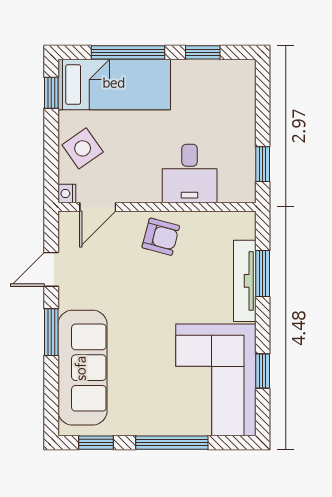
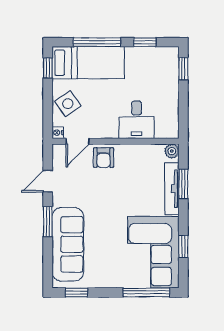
window: (263, 164) -> (183, 69), moved
plant: (245, 222) -> (172, 151), added
armchair: (161, 237) -> (103, 158), moved, turned 75
window: (172, 443) -> (146, 292), moved

